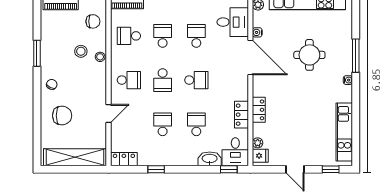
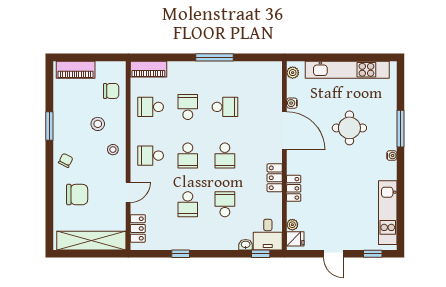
desk: (233, 22) -> (265, 92), removed
school desk: (196, 36) -> (225, 107), turned 90
stool: (100, 57) -> (113, 150), moved
school desk: (129, 80) -> (151, 156), turned 180
school desk: (196, 80) -> (225, 156), turned 90
locker: (242, 115) -> (275, 178), moved
school desk: (163, 124) -> (188, 204), turned 180
locker: (124, 159) -> (138, 228), moved, turned 90
washbasin: (210, 159) -> (246, 245), width x0.52, depth x0.69

